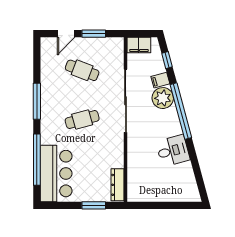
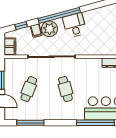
window: (37, 101) -> (30, 123), moved
desk: (173, 151) -> (75, 25), moved

